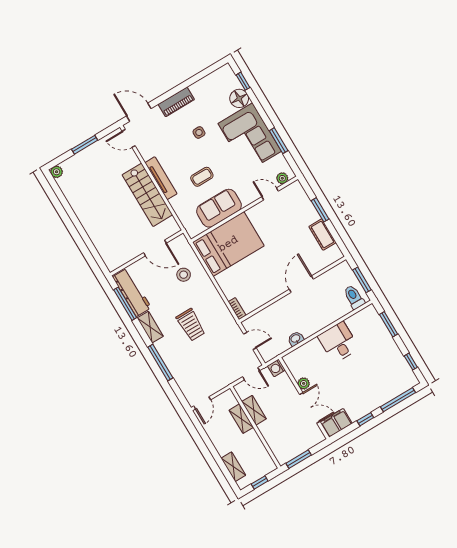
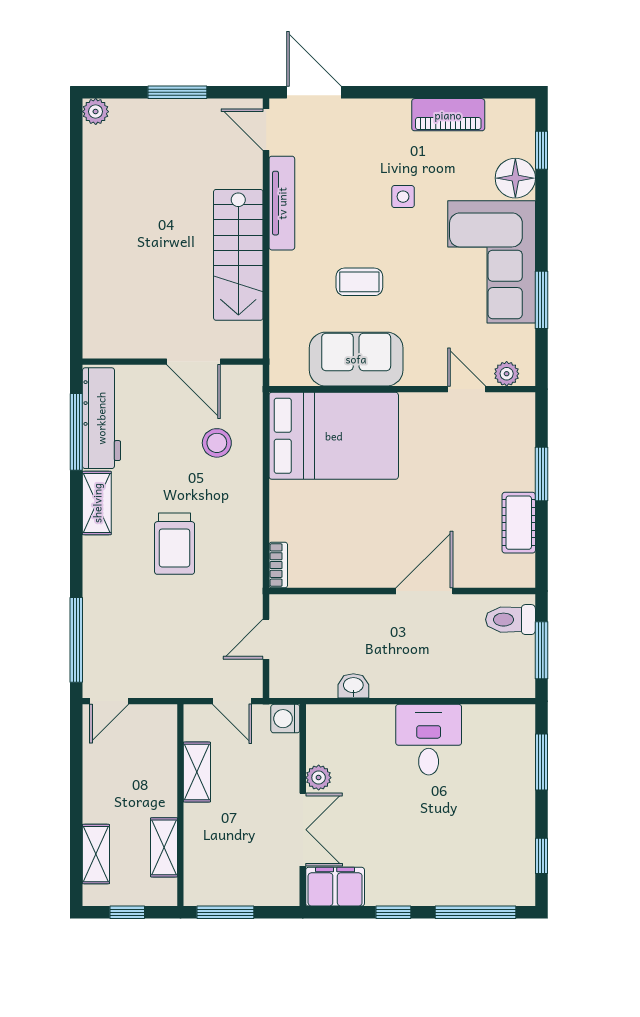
piano: (176, 102) -> (448, 115), moved
tv unit: (161, 178) -> (282, 203), moved
toilet: (354, 297) -> (510, 620), moved, turned -90
door: (250, 341) -> (266, 639), swing flipped
window: (160, 362) -> (76, 640), moved
shelving: (241, 419) -> (164, 847), moved

